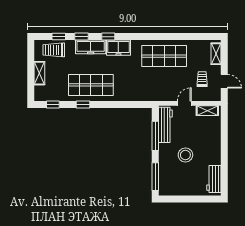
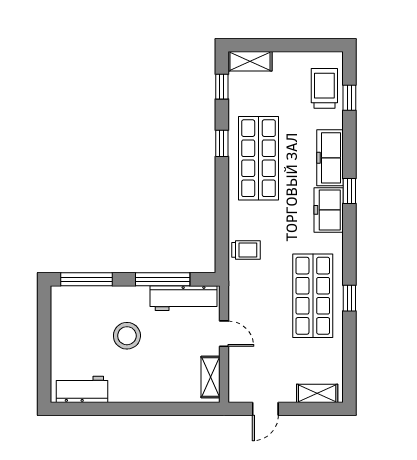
window: (82, 37) -> (349, 298), moved
shelving: (39, 73) -> (250, 61), moved
trolley: (202, 79) -> (246, 250), moved

